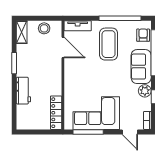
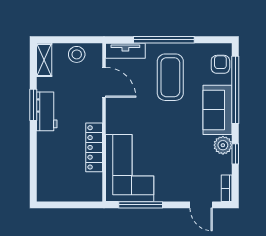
window: (120, 18) -> (164, 40), moved
workbench: (23, 91) -> (47, 111), moved
locker: (56, 113) -> (94, 147), moved
corner sofa: (96, 113) -> (130, 168), moved, turned 90

